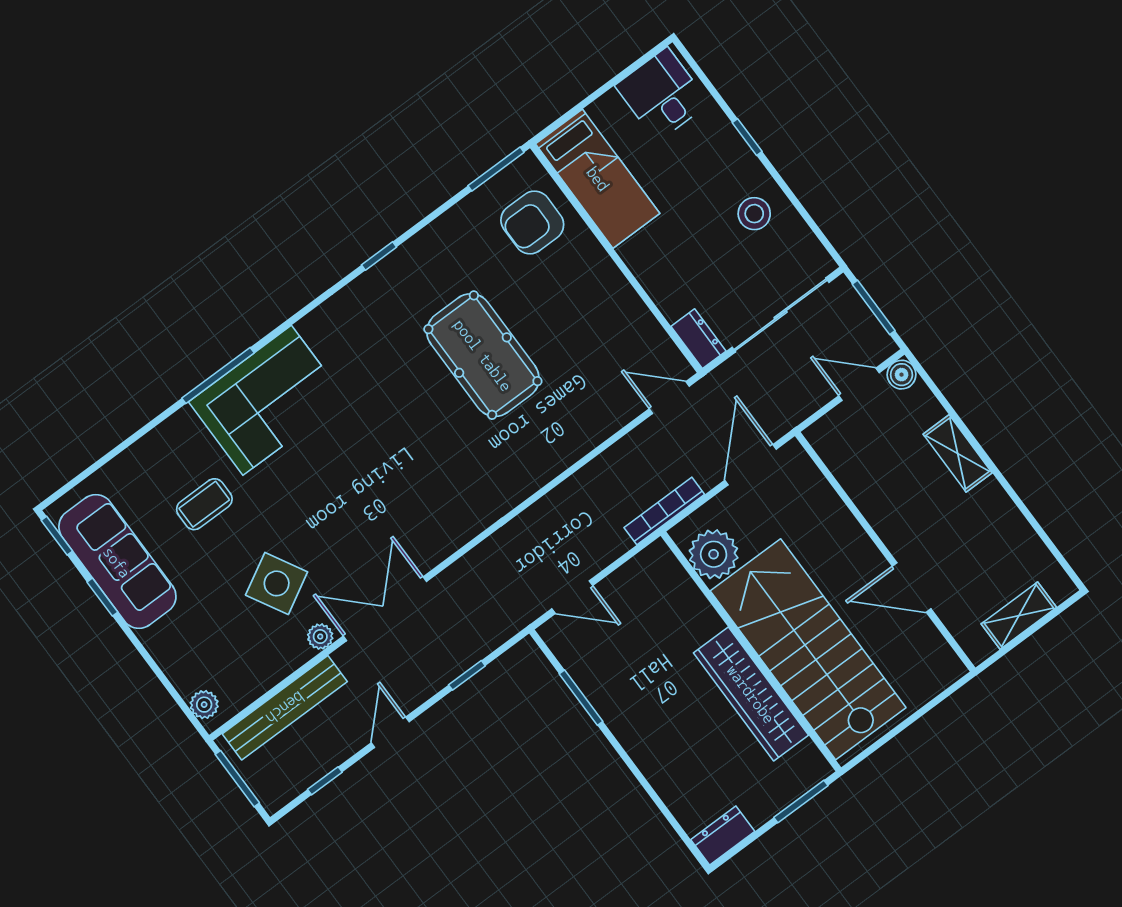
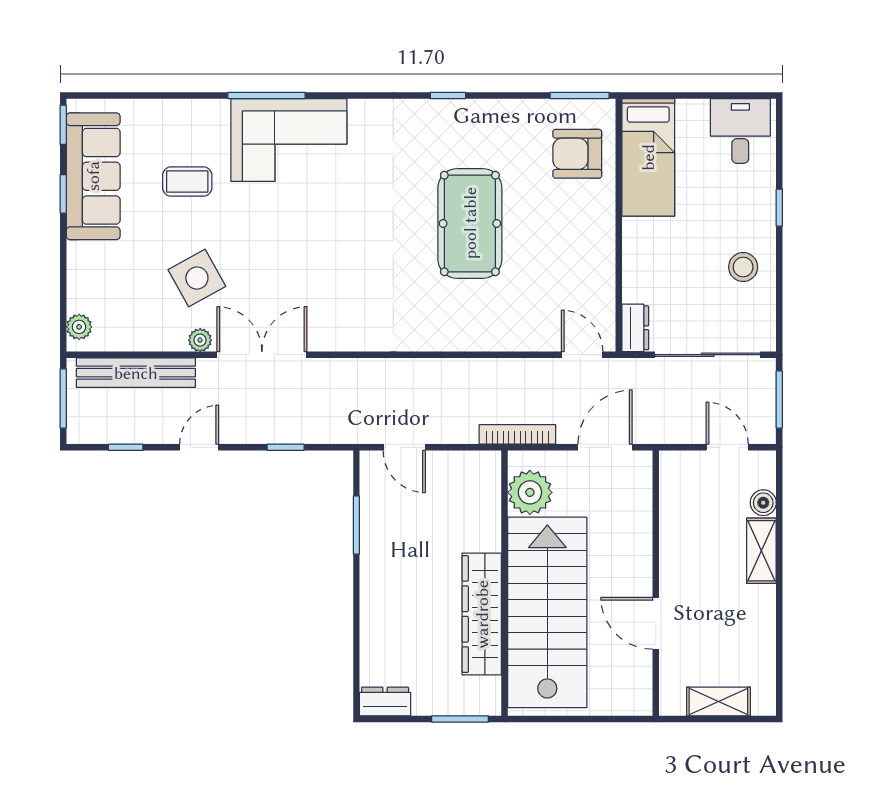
boiler: (902, 375) -> (763, 503), moved

